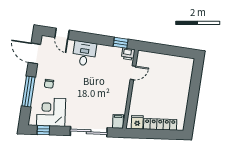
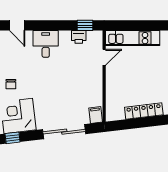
printer: (128, 54) -> (79, 37), moved
kitchen unit: (160, 60) -> (133, 38), added
fridge: (137, 122) -> (118, 112), removed

